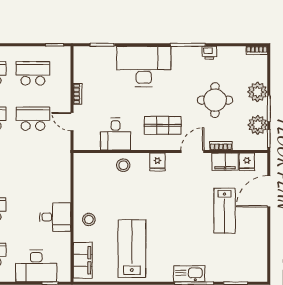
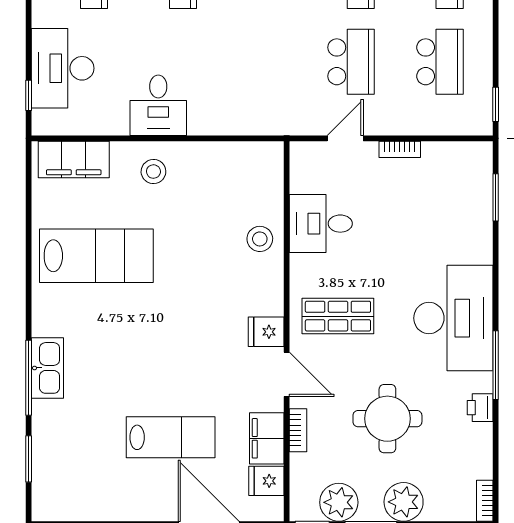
desk: (144, 66) -> (453, 318), moved
shop shelf: (163, 125) -> (338, 316), turned 90
fridge: (157, 162) -> (266, 332), moved
lab bench: (225, 211) -> (171, 437), turned 180

